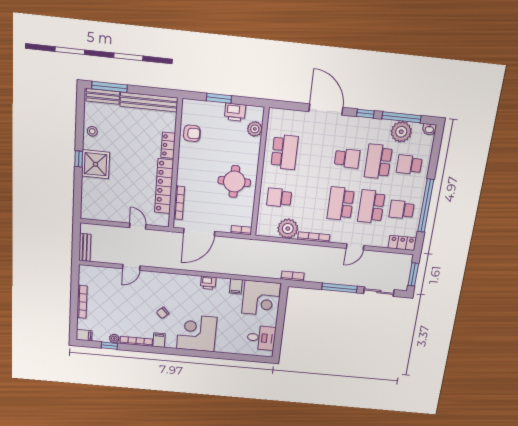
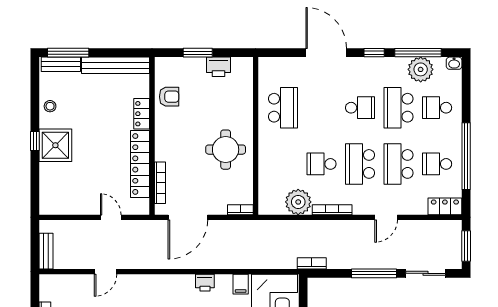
plant: (255, 129) -> (244, 84), removed
school desk: (279, 198) -> (322, 164), moved

